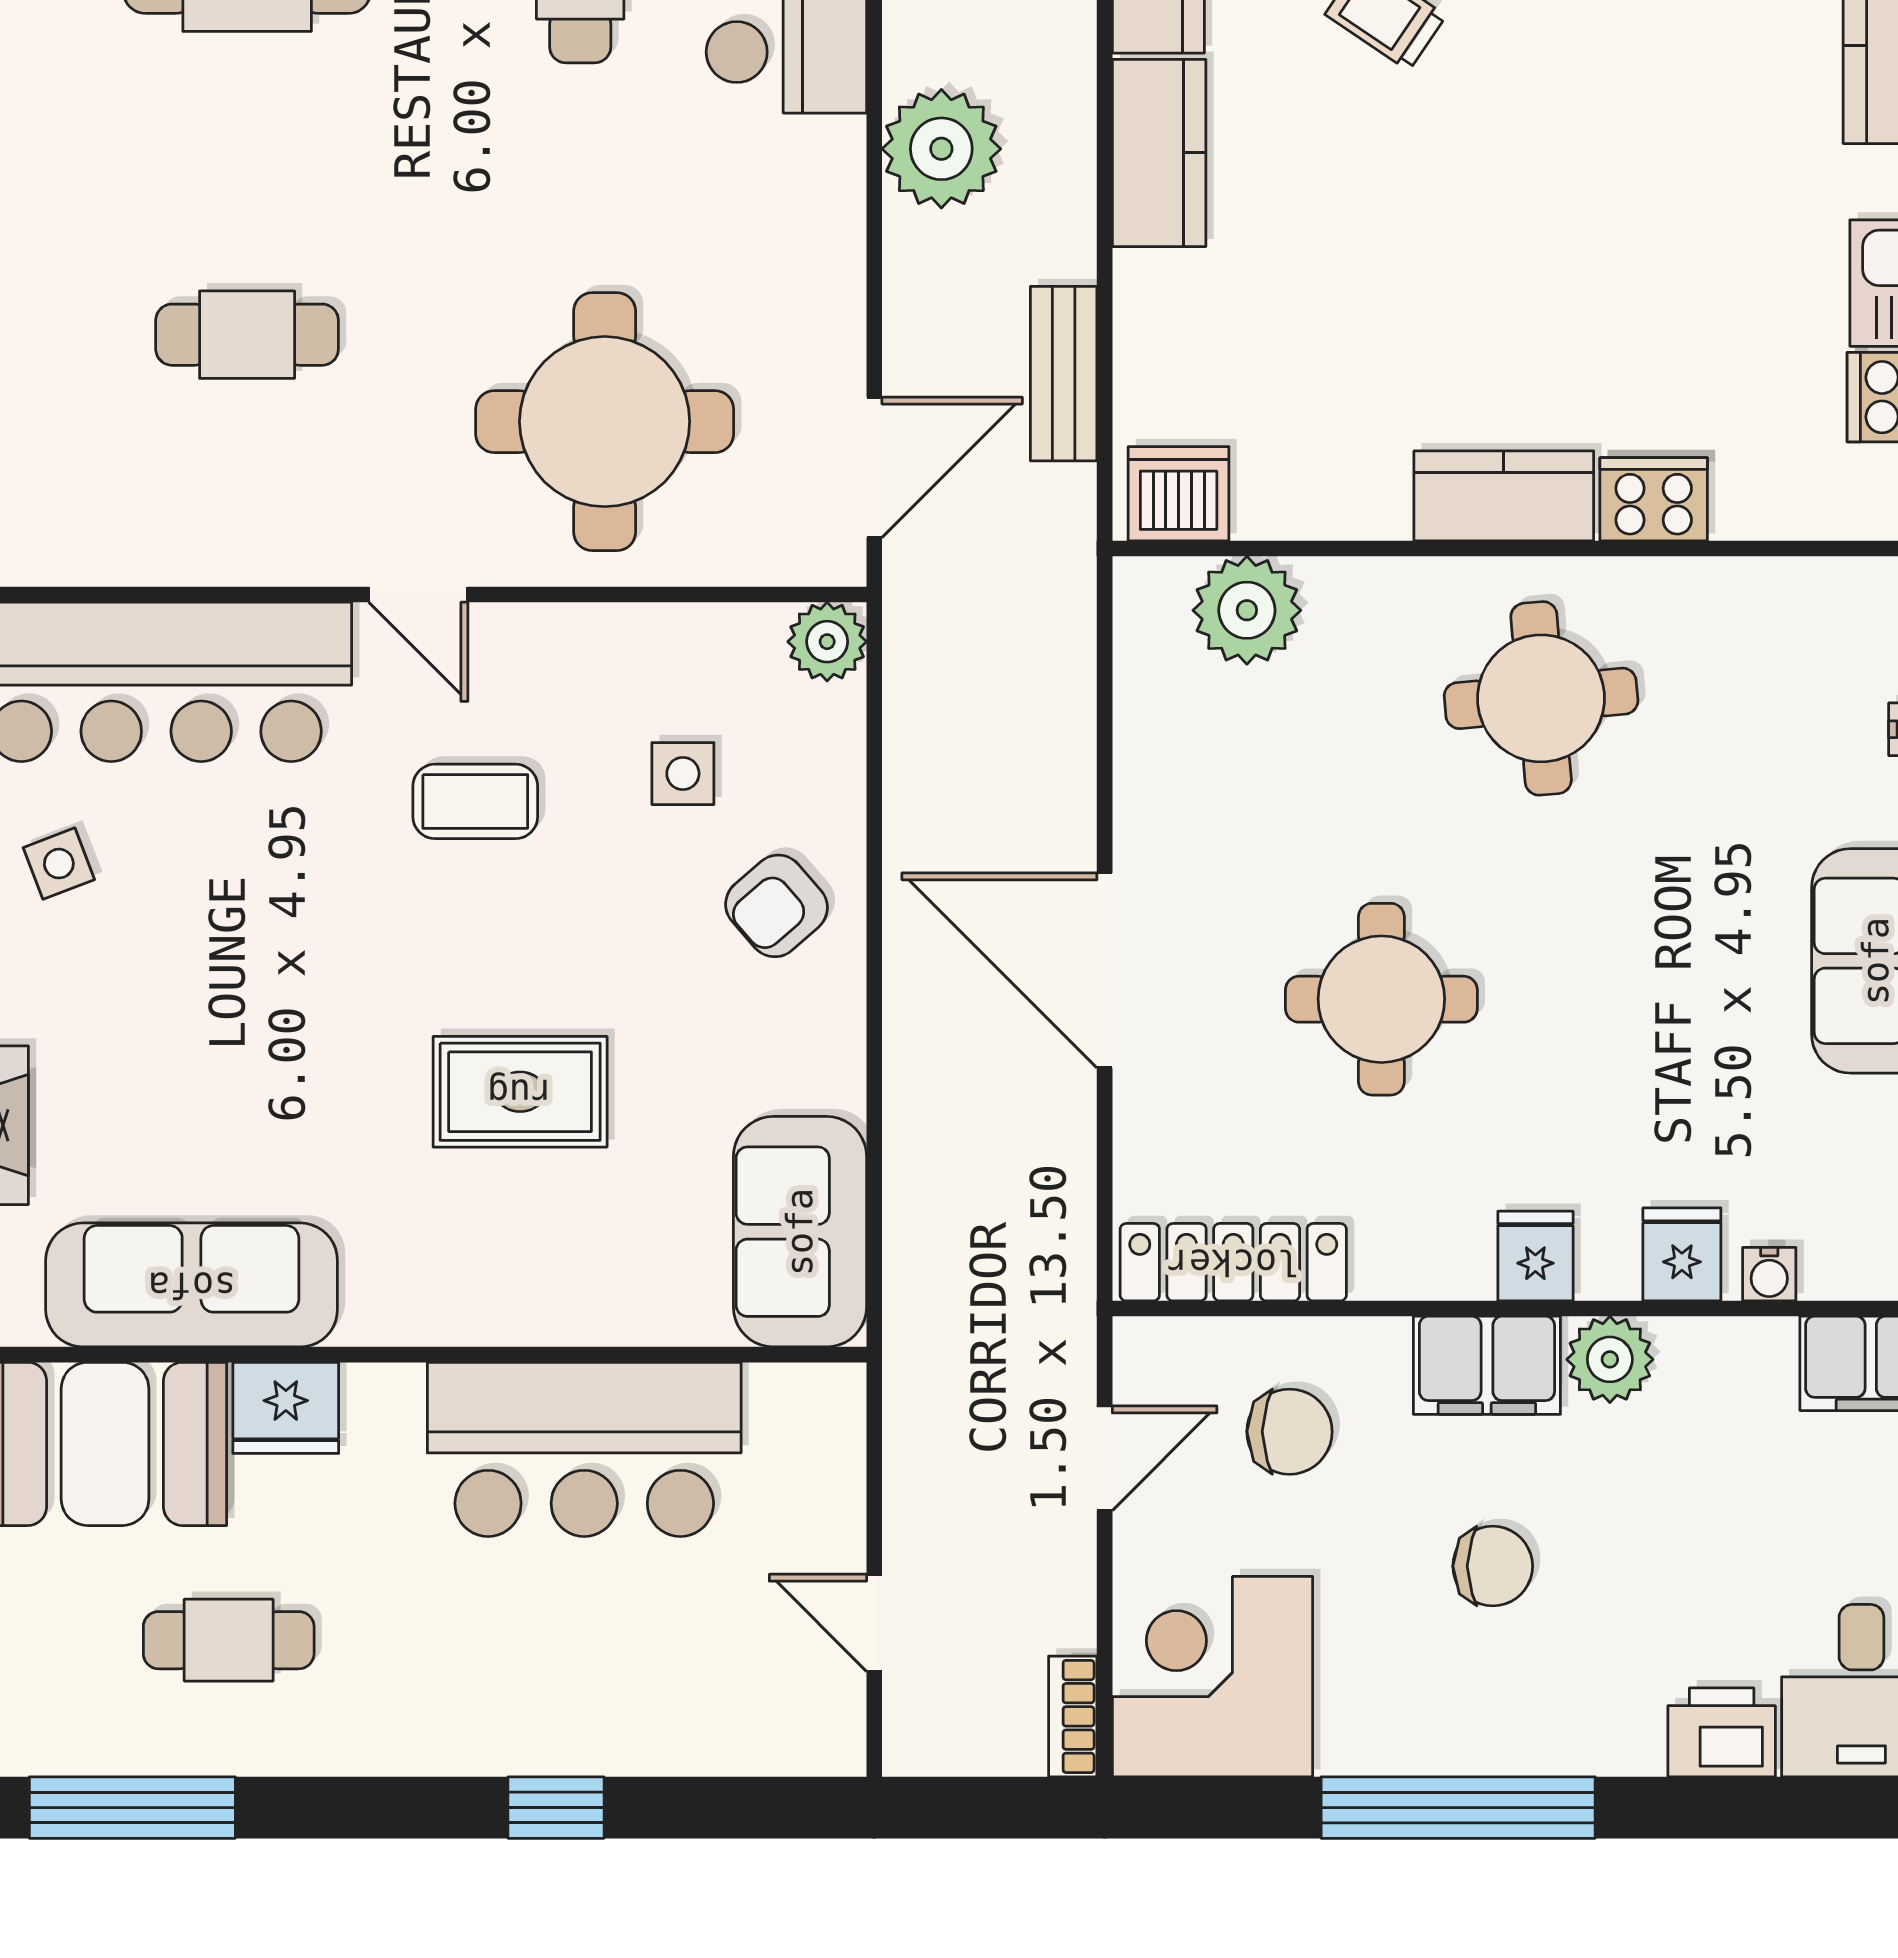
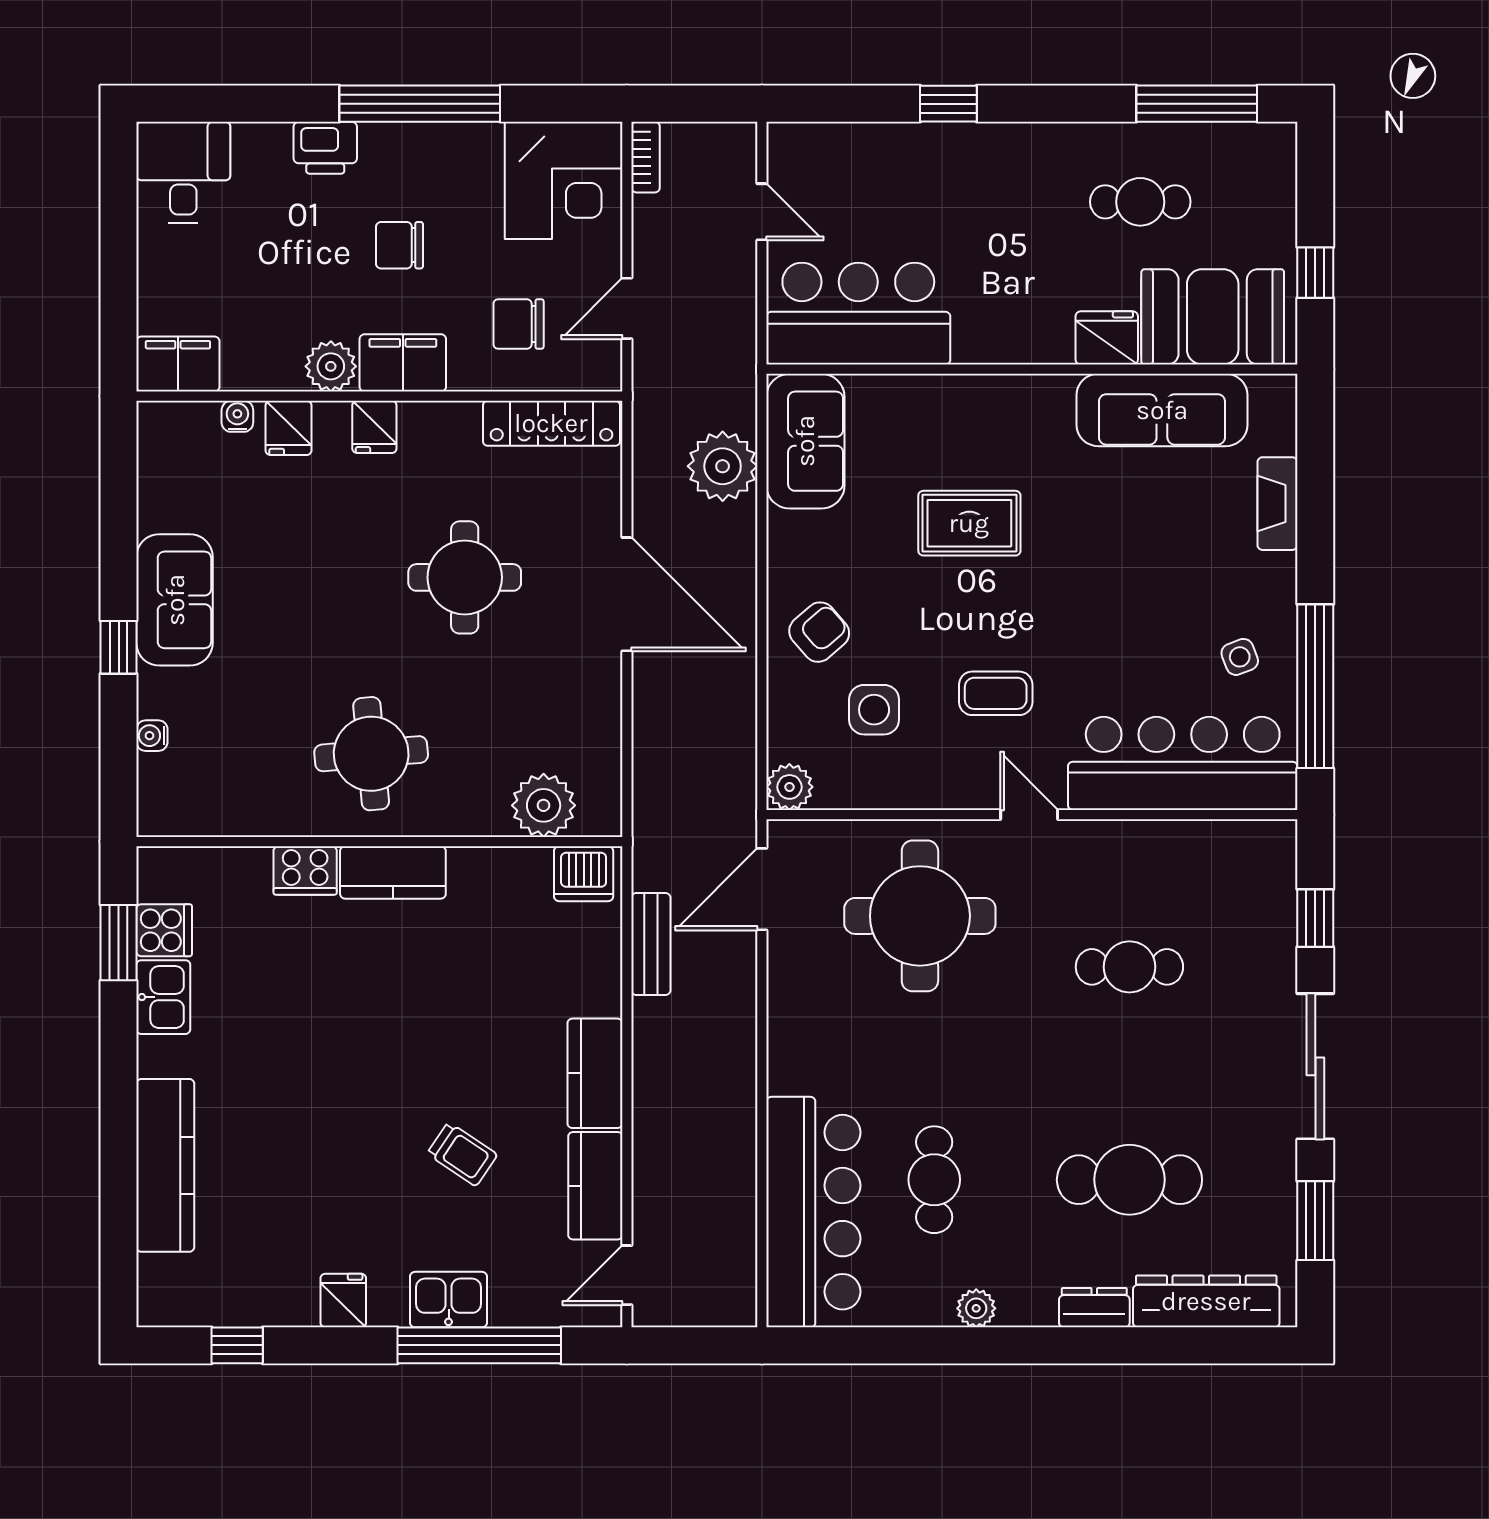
plant: (941, 149) -> (723, 466), moved
side table: (683, 774) -> (874, 710), width x1.37, depth x1.37
bar counter: (584, 1449) -> (858, 314), moved
printer: (1722, 1732) -> (325, 148), moved

